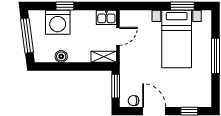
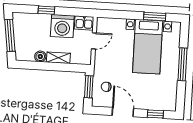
washing machine: (58, 22) -> (62, 26), moved
shelving: (104, 57) -> (58, 58), moved
chair: (134, 101) -> (106, 87), moved

